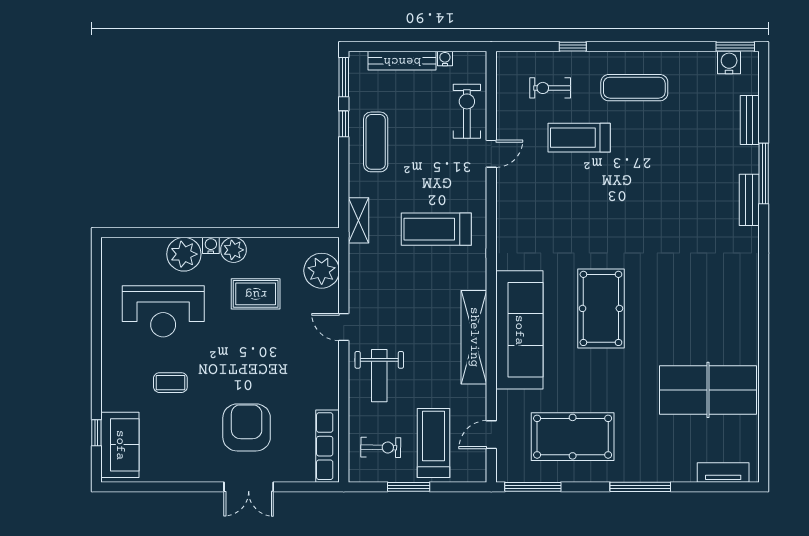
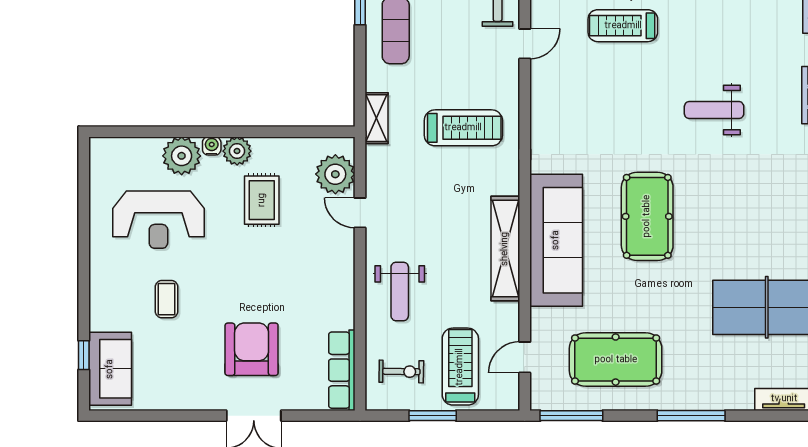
weight bench: (661, 213) -> (714, 110), added
treadmill: (436, 229) -> (463, 128), turned 180
rug: (256, 294) -> (262, 200), turned 90
door: (344, 327) -> (360, 213), moved
coffee table: (170, 383) -> (167, 299), turned 90

